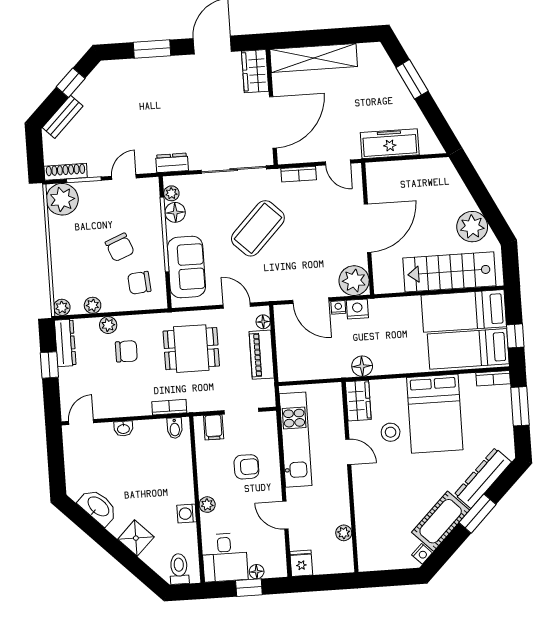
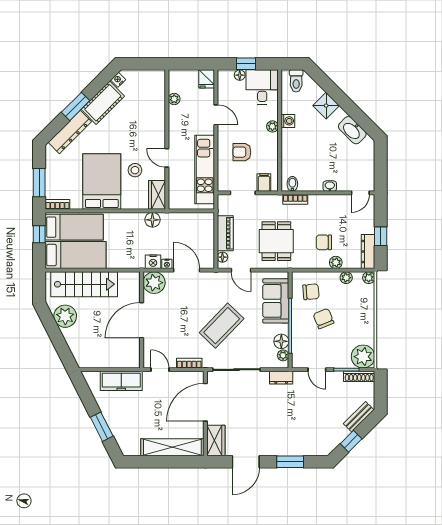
door: (124, 177) -> (317, 370), hinge flipped
dining table: (191, 349) -> (276, 241), turned 90

